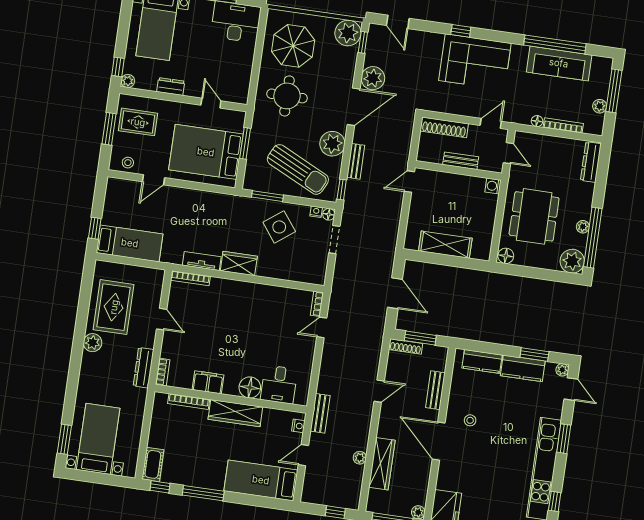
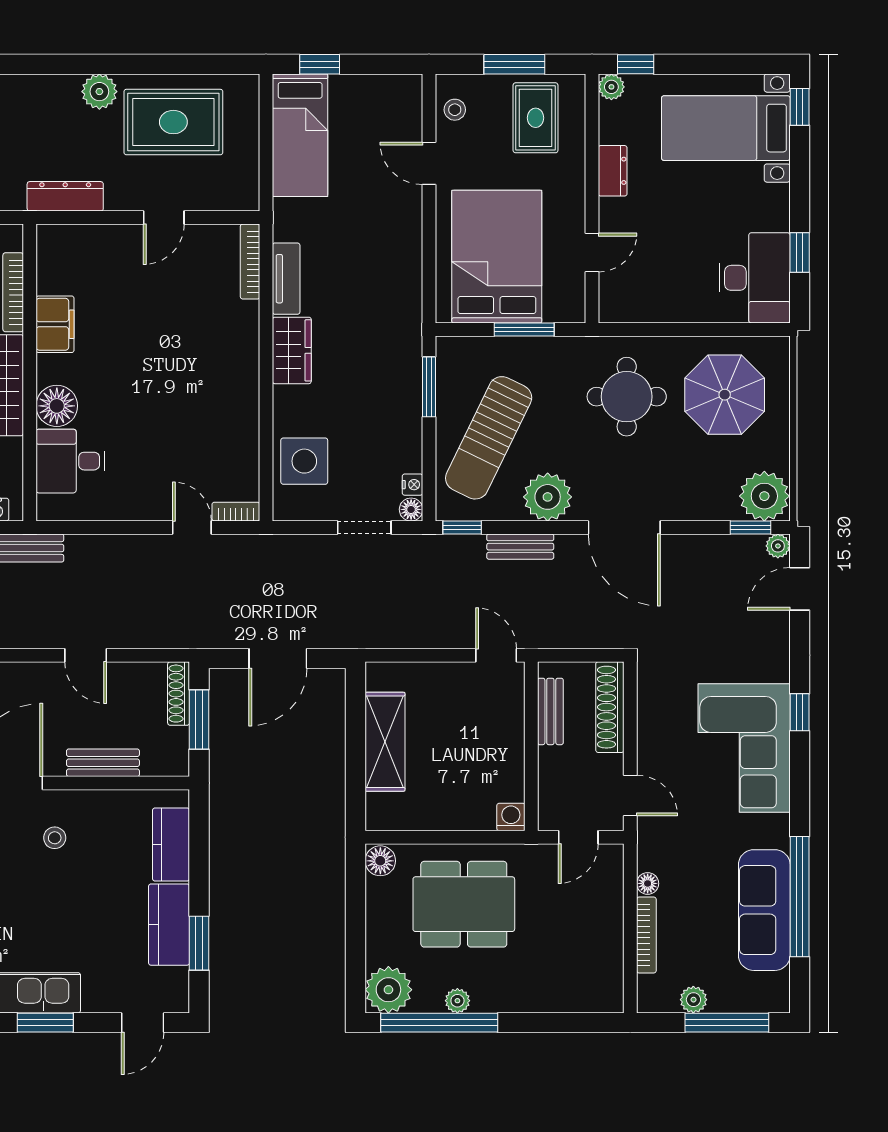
plant: (373, 78) -> (778, 546), moved, width x0.53, depth x0.53
bench: (461, 161) -> (550, 711), moved
dresser: (591, 162) -> (584, 998), removed
side table: (279, 227) -> (304, 461), moved, turned 37
plant: (562, 370) -> (177, 1001), removed
bookcase: (163, 372) -> (62, 234), removed

